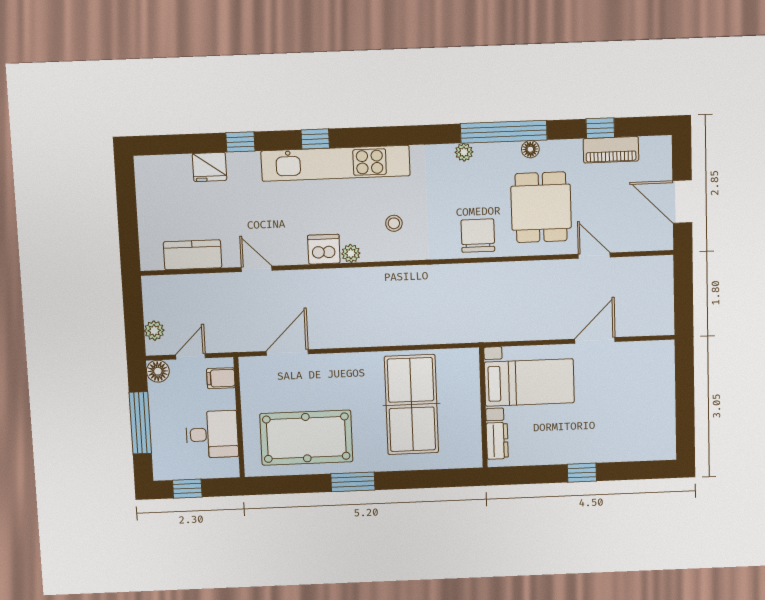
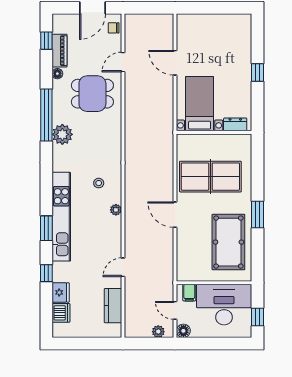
window: (600, 128) -> (46, 41), moved
window: (315, 139) -> (46, 228), width x1.50
floor lamp: (530, 149) -> (57, 74), moved
plant: (464, 152) -> (62, 134), width x1.88, depth x1.88
chair: (478, 236) -> (114, 28), moved, width x0.54, depth x0.54
dishwasher: (324, 249) -> (61, 313), moved, turned 180
door: (287, 353) -> (175, 215), moved
window: (140, 423) -> (215, 343), removed
desk: (212, 434) -> (224, 305), width x1.87, depth x1.30

